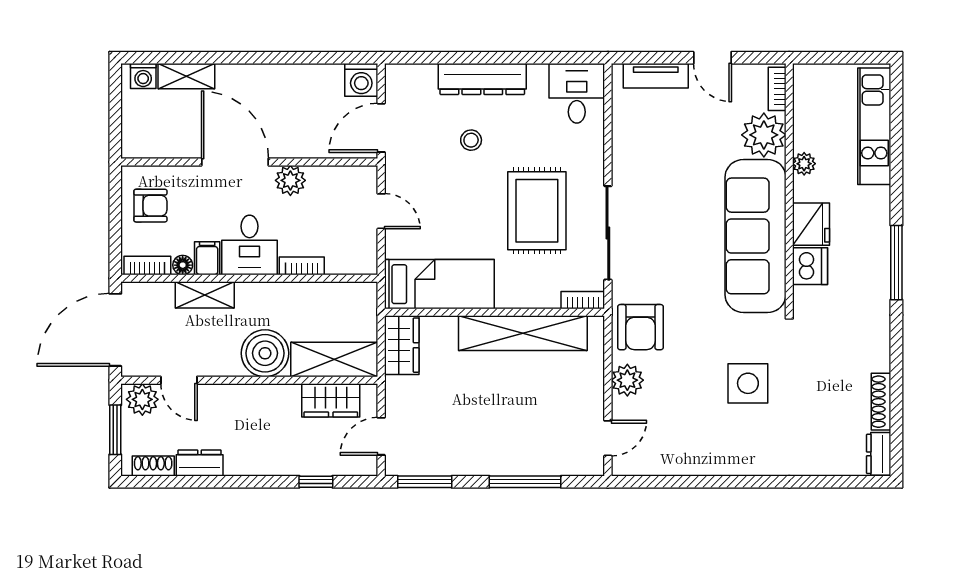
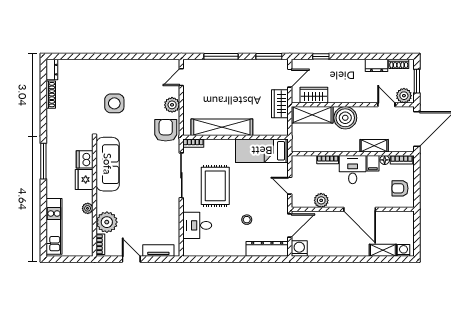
dresser: (482, 79) -> (267, 249), moved
desk: (577, 93) -> (197, 225), moved, turned 90
plant: (290, 180) -> (321, 200), moved
sofa: (755, 236) -> (108, 164), width x0.74, depth x0.79
wardrobe: (402, 345) -> (280, 104), moved

